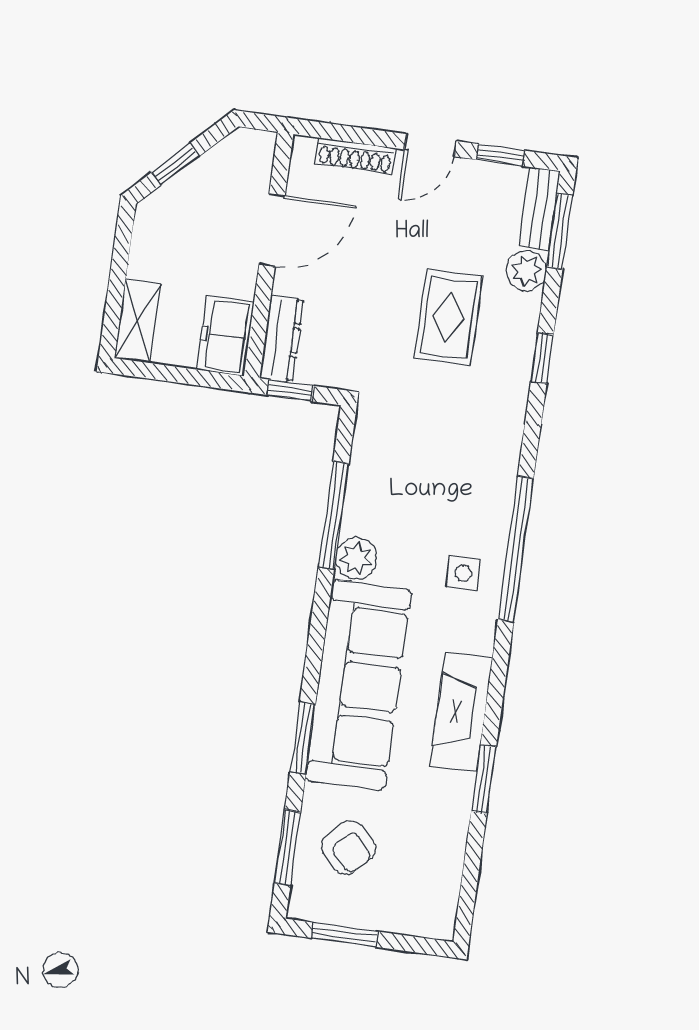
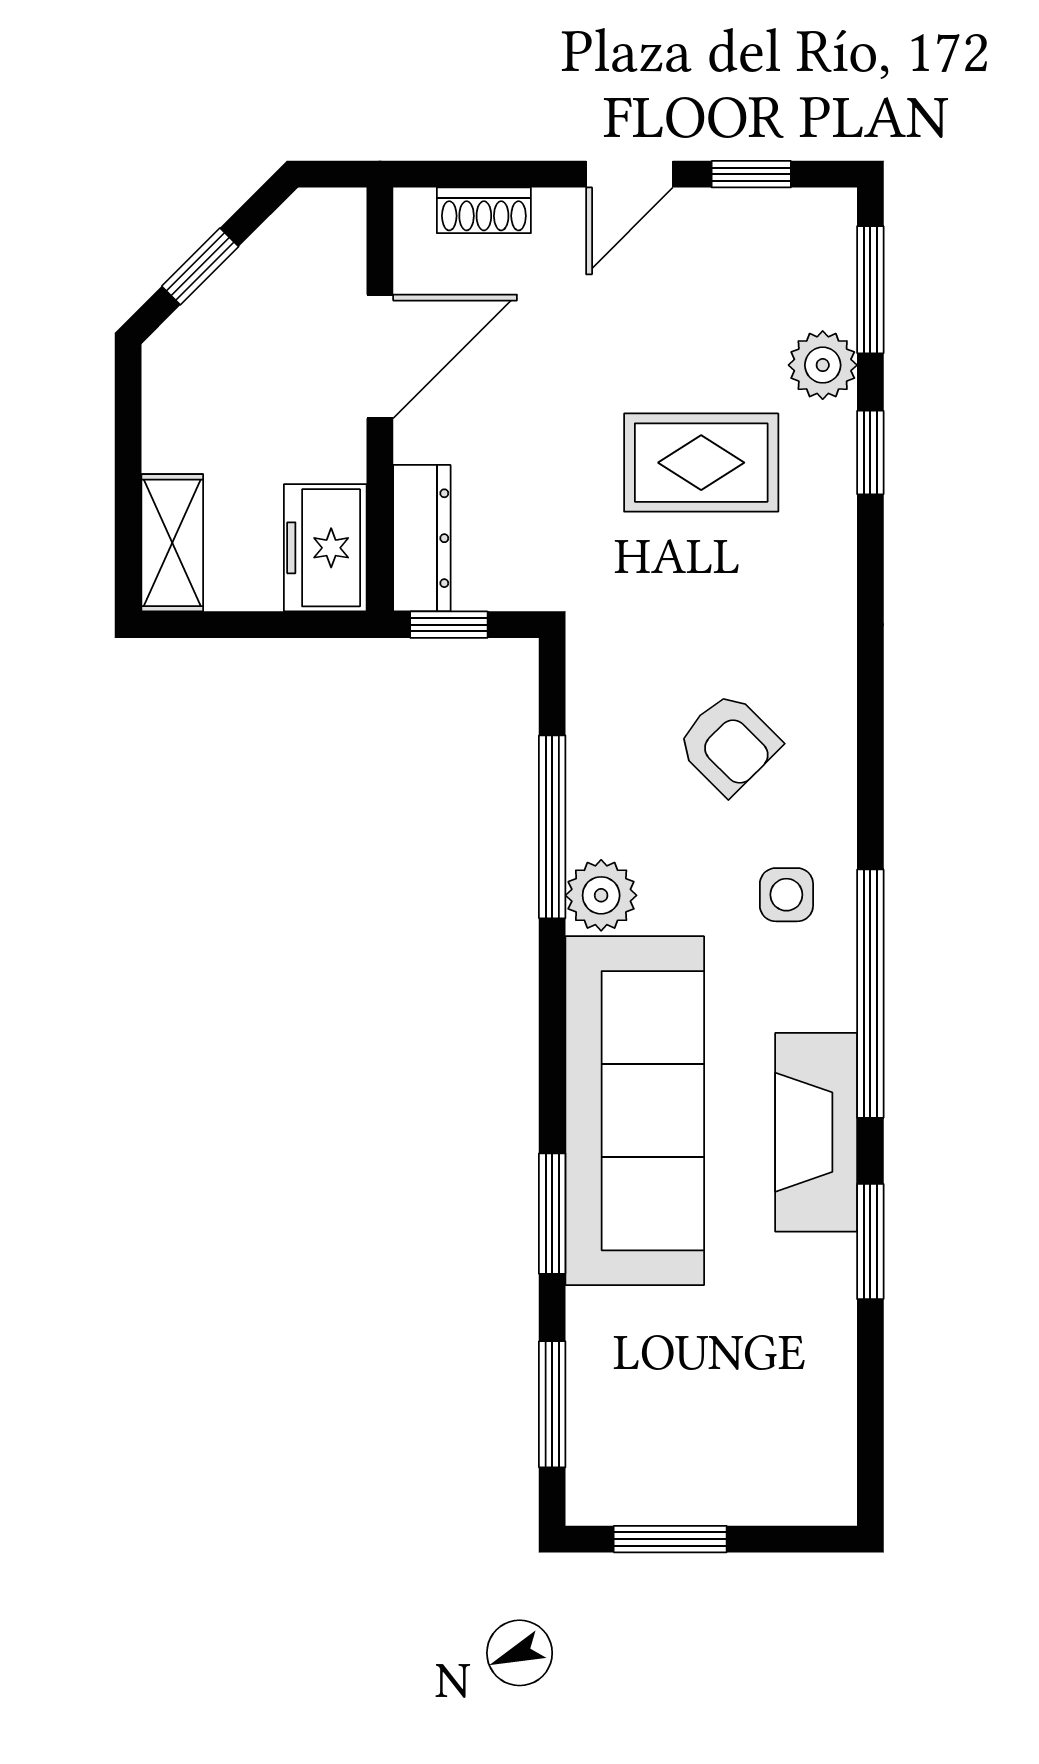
shoe rack: (355, 156) -> (484, 210), width x0.70
bench: (540, 209) -> (831, 256), removed
rug: (449, 317) -> (701, 463), turned 90
window: (542, 358) -> (870, 453), moved
window: (516, 549) -> (870, 994), moved
armchair: (348, 848) -> (728, 744), moved

